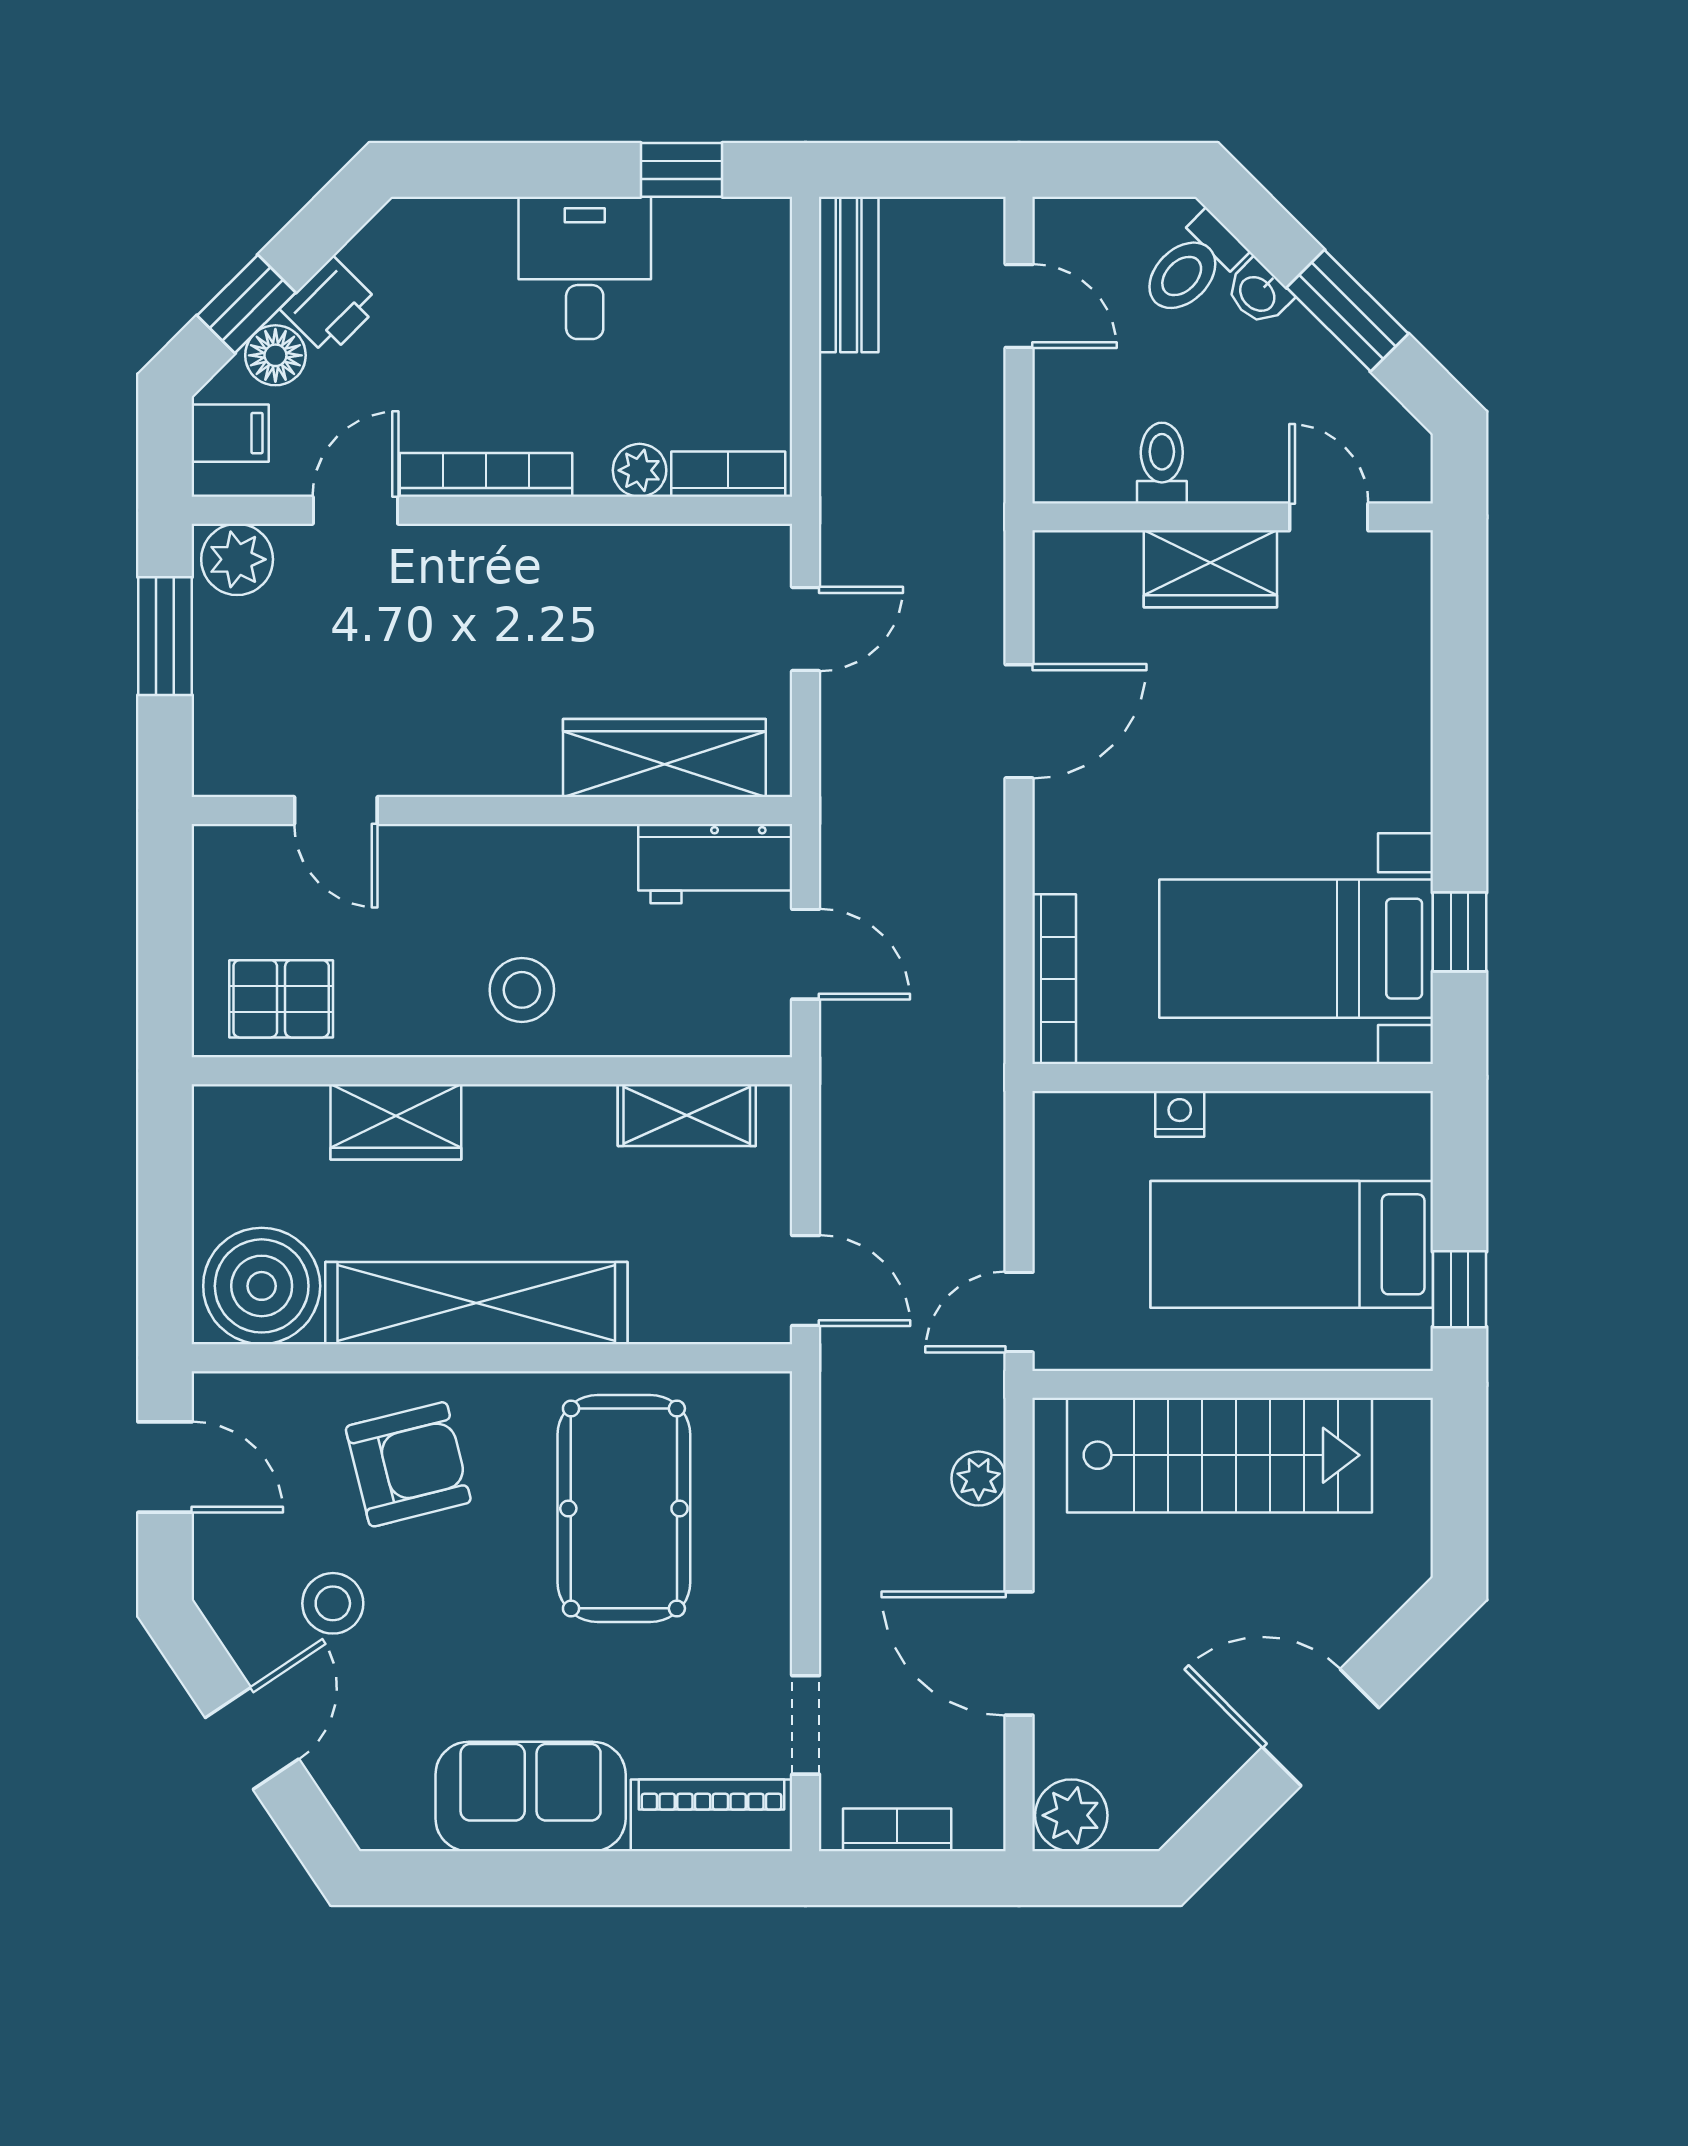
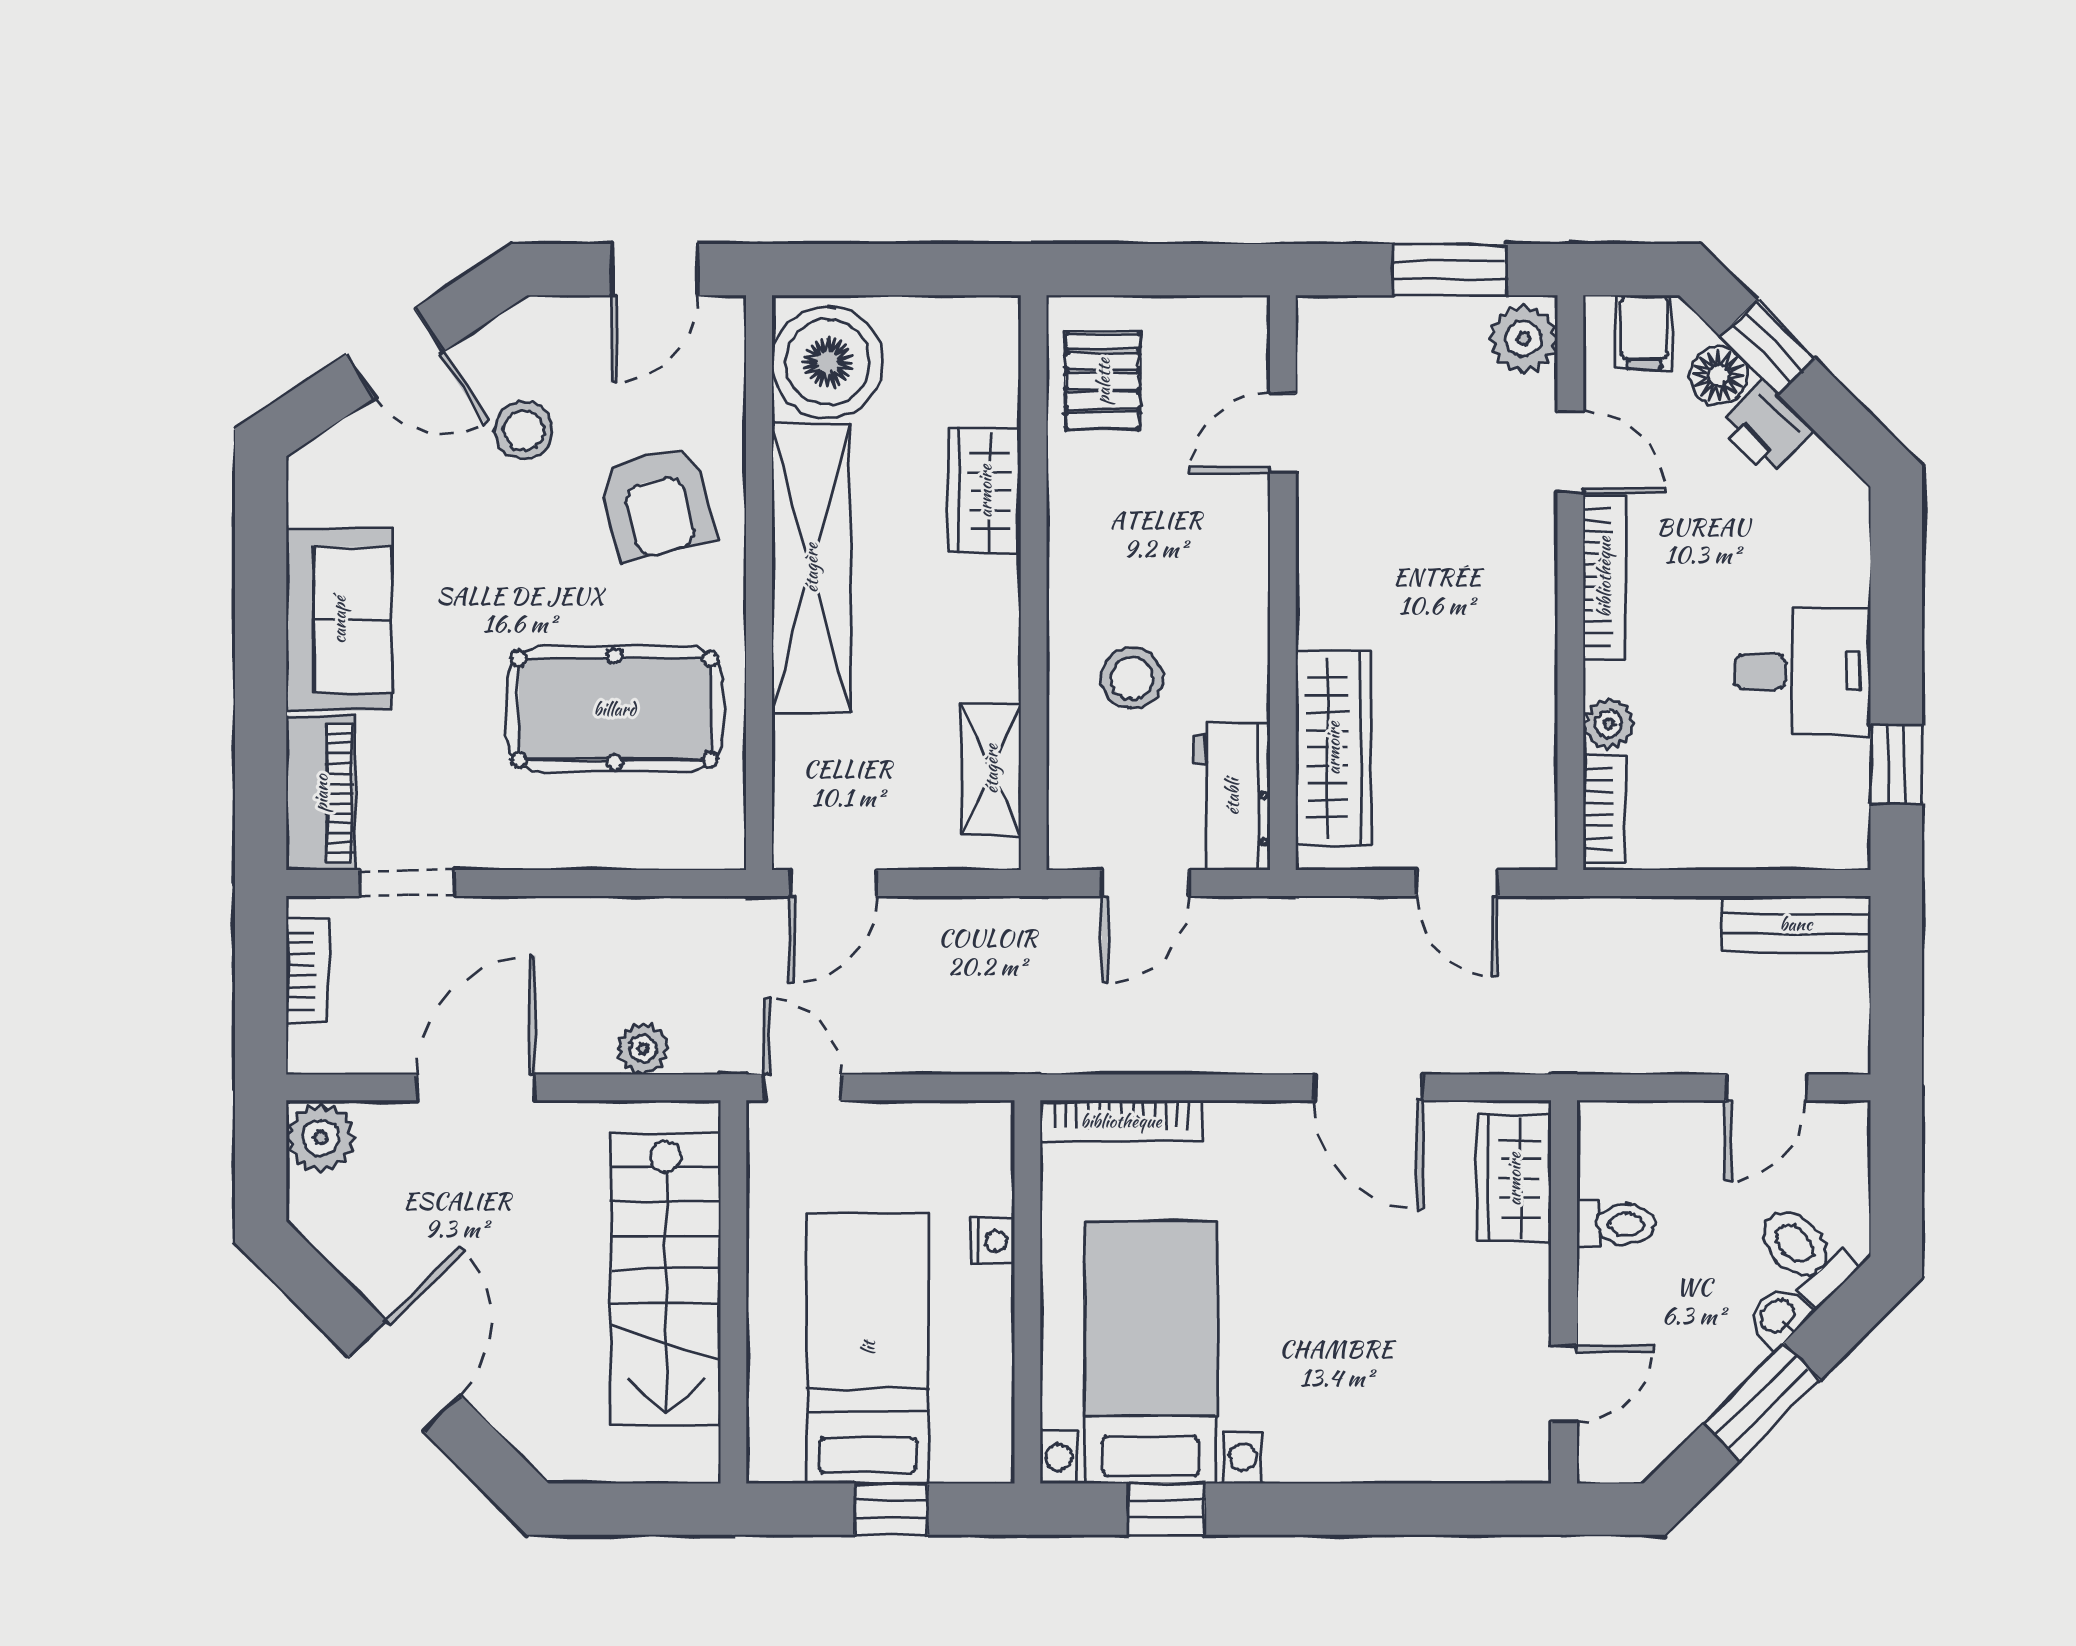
wardrobe: (1210, 569) -> (1514, 1179), moved
stool: (522, 990) -> (1132, 678), moved
window: (1459, 1289) -> (891, 1509), moved

